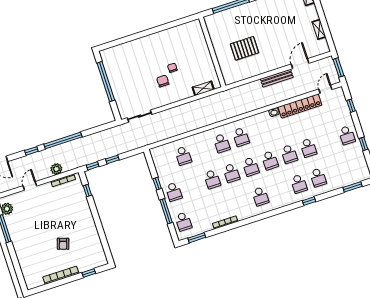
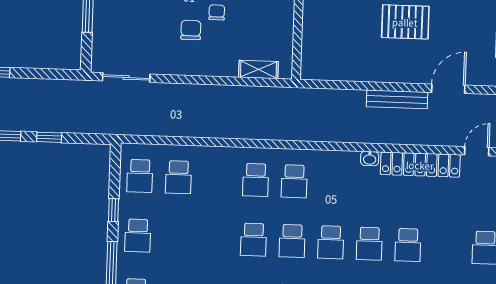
pallet: (244, 48) -> (405, 22), moved
school desk: (212, 179) -> (140, 176), moved

